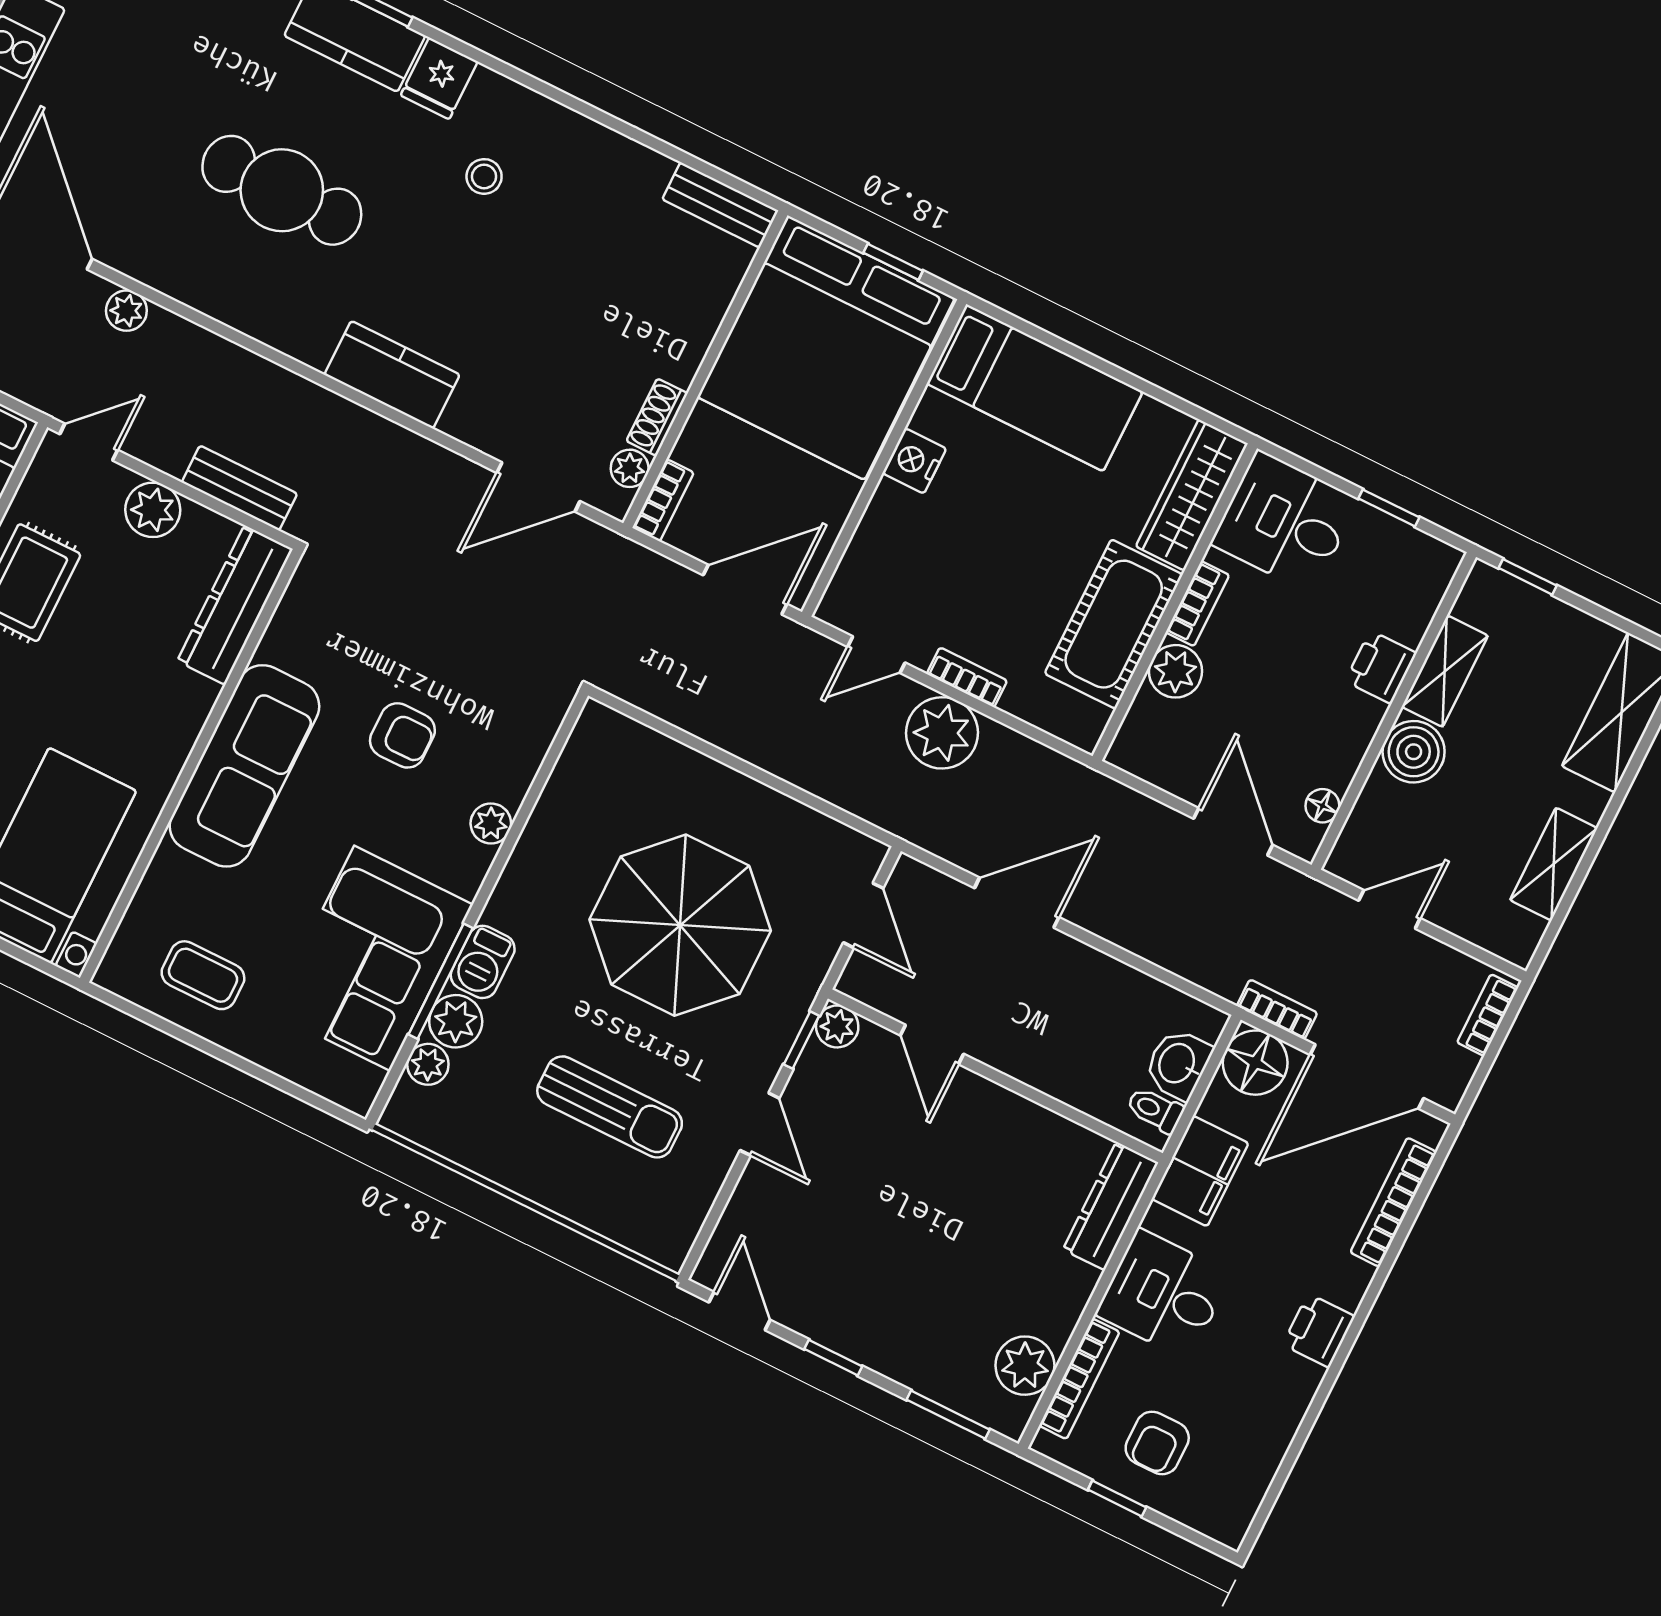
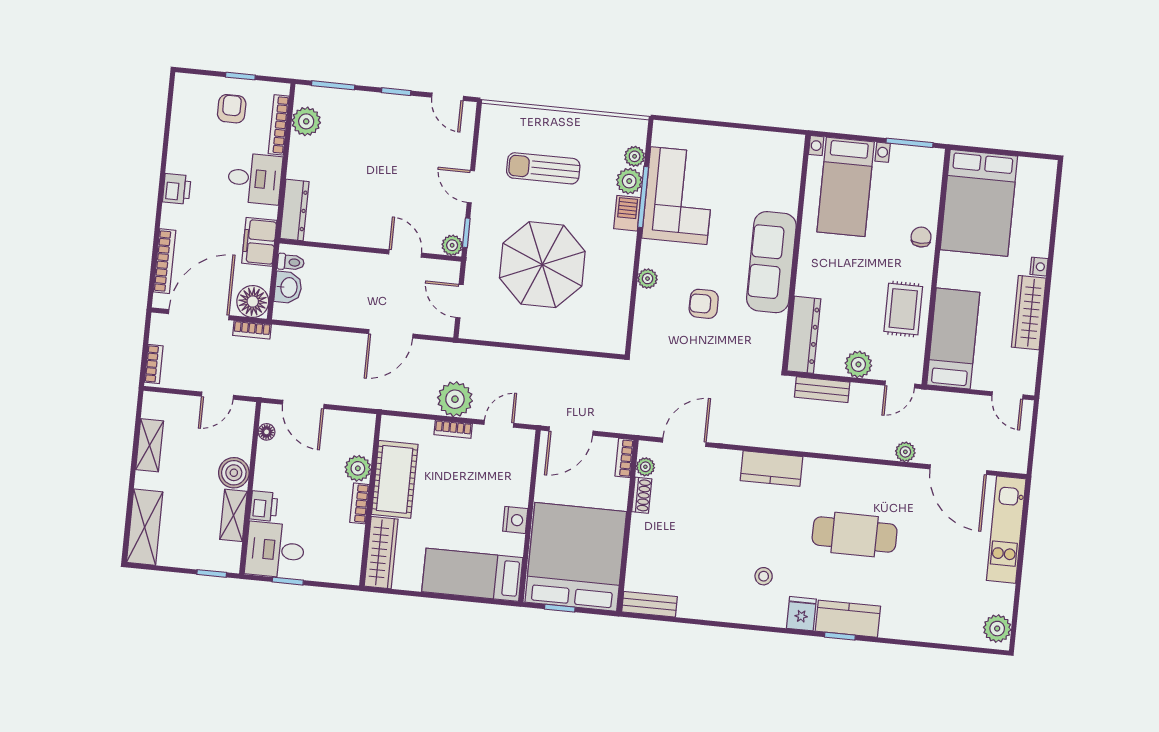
desk: (1285, 522) -> (275, 550), moved, turned 180
coffee table: (203, 975) -> (754, 158), removed

